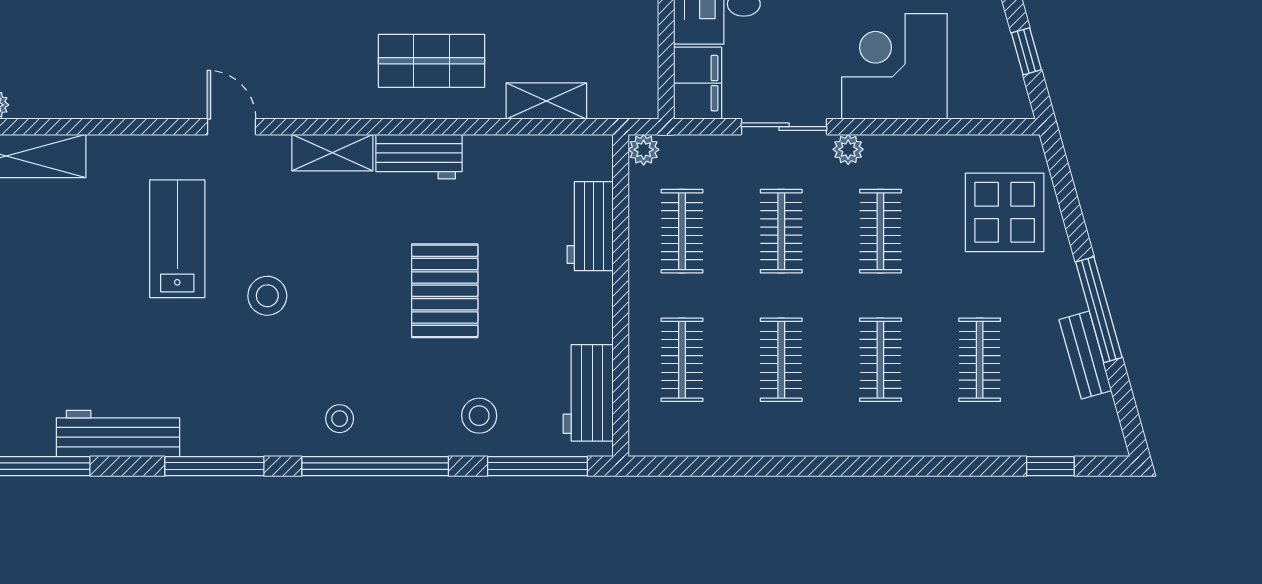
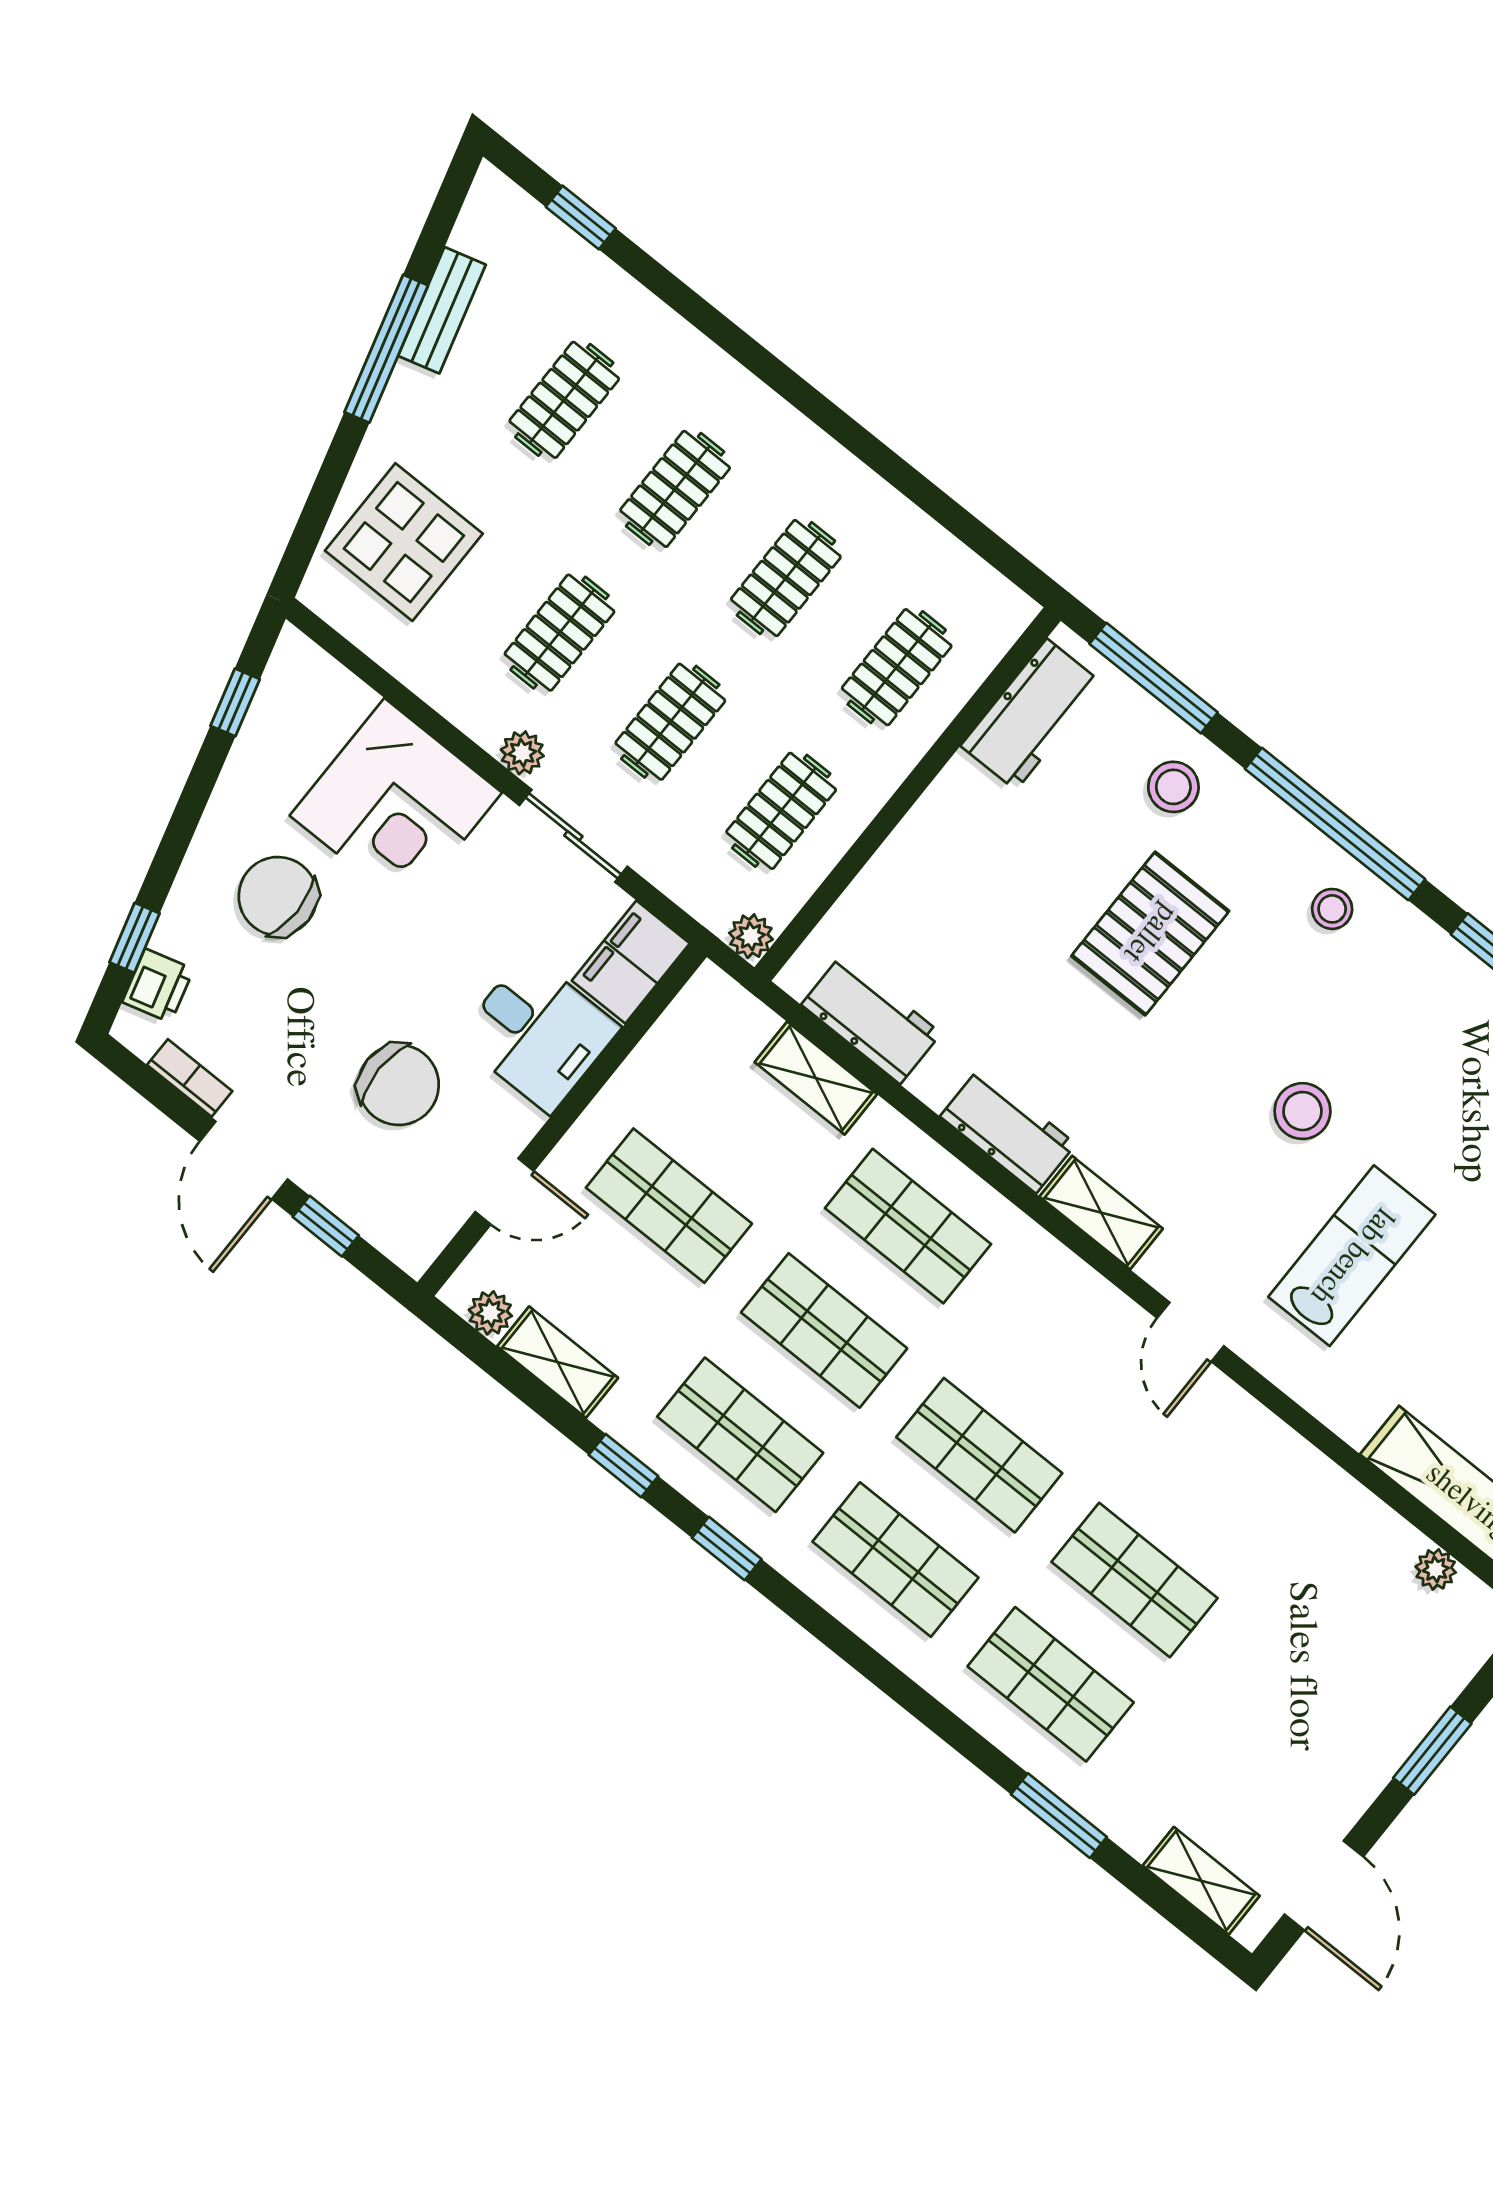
workbench: (590, 226) -> (871, 1019), moved, turned -90
lab bench: (177, 239) -> (1352, 1256), turned 180
pallet: (445, 291) -> (1150, 933), moved

